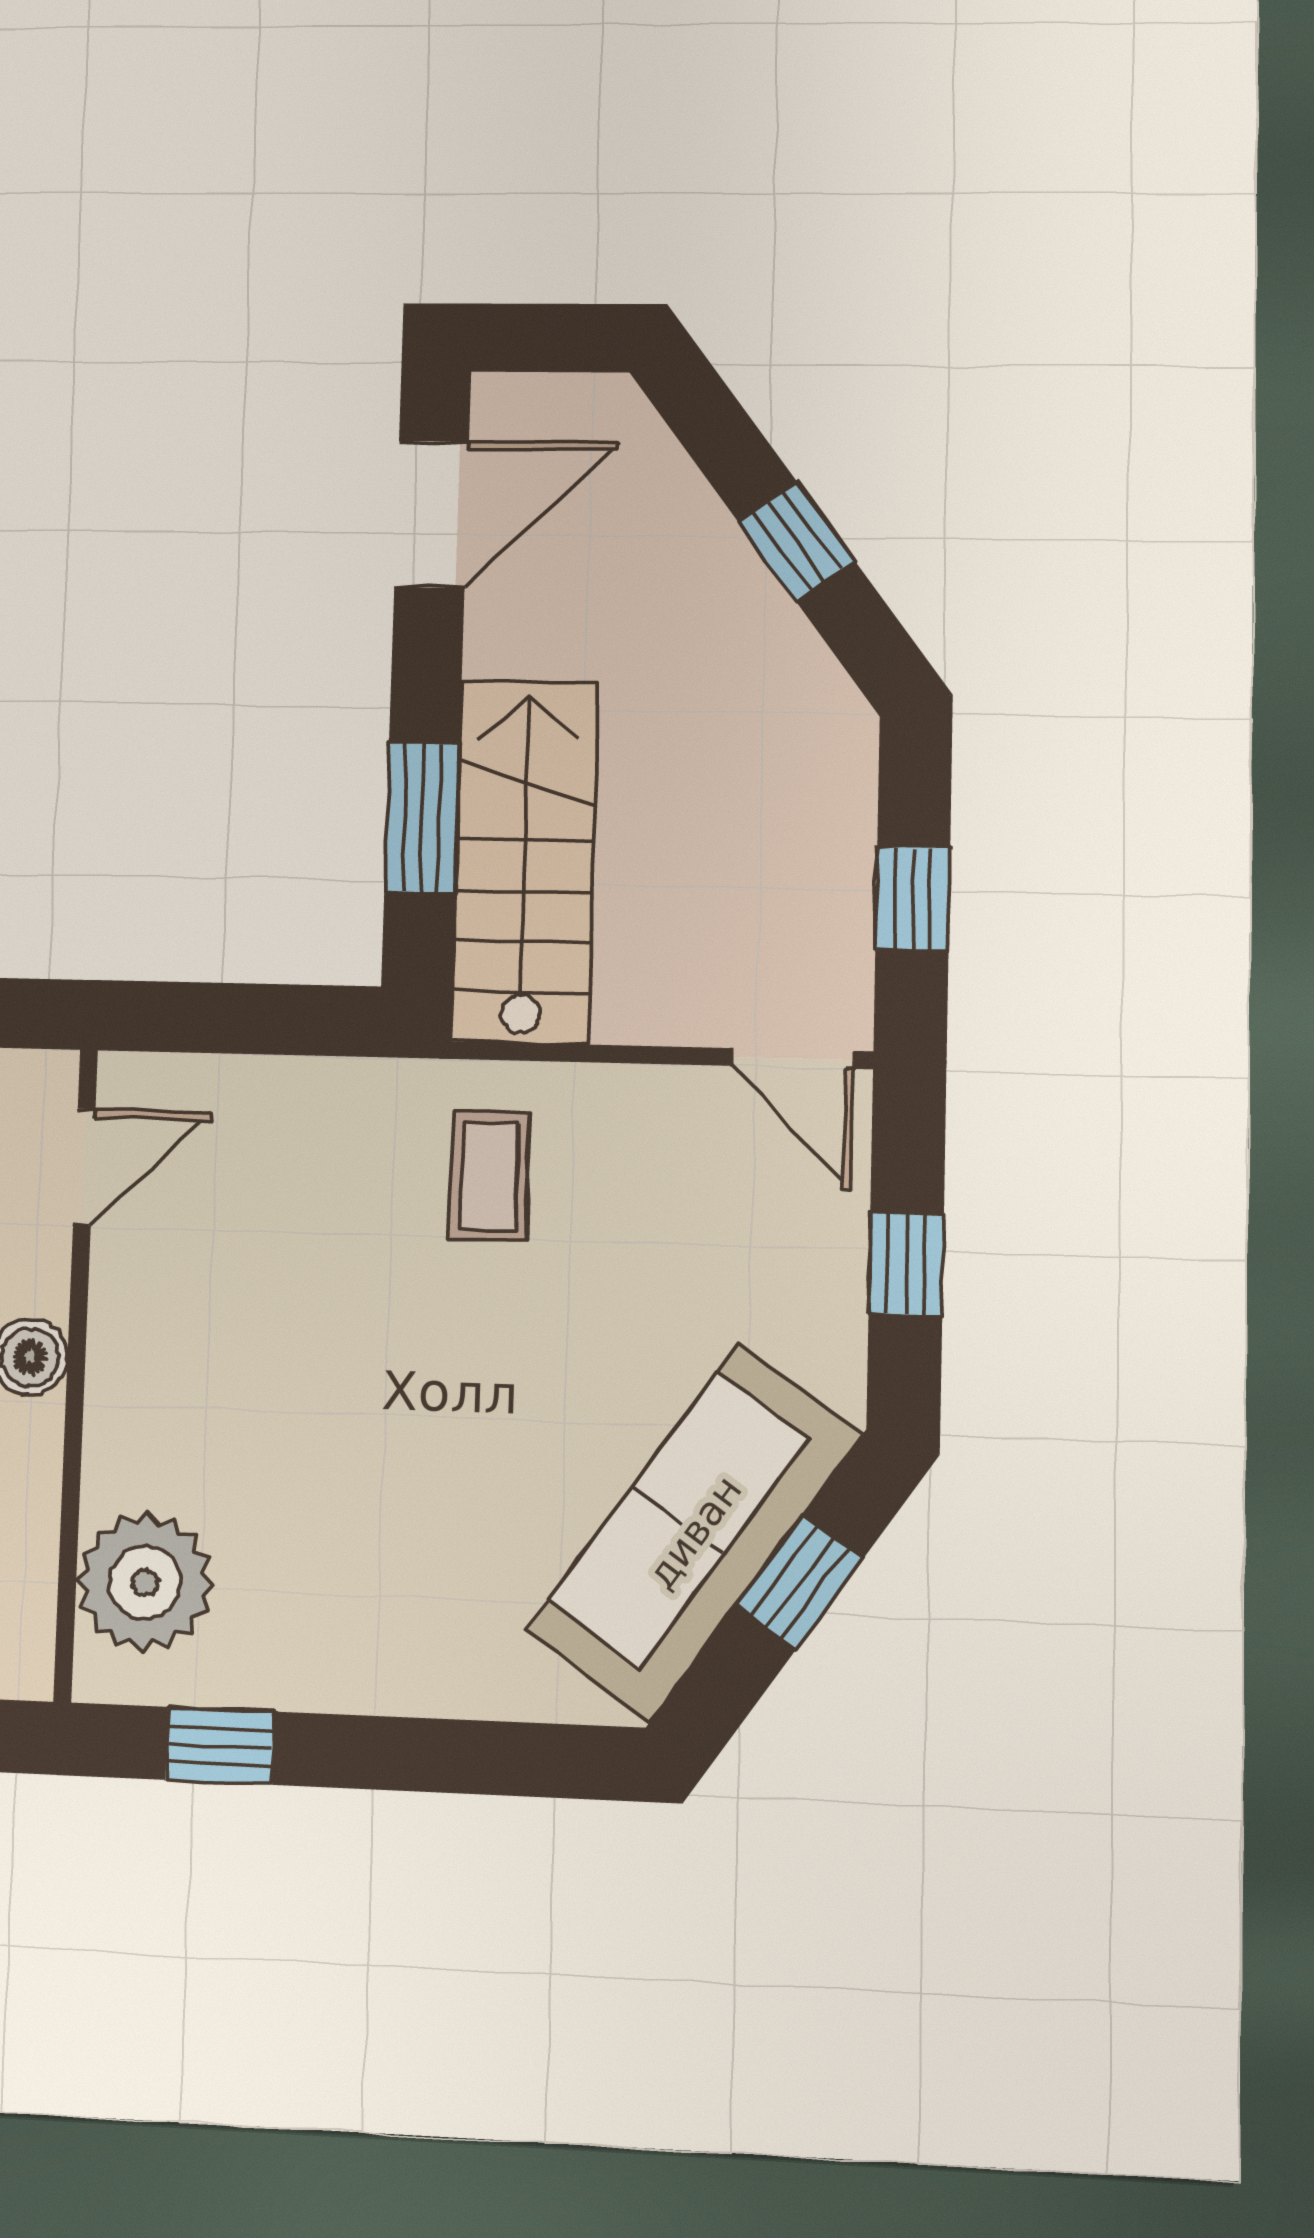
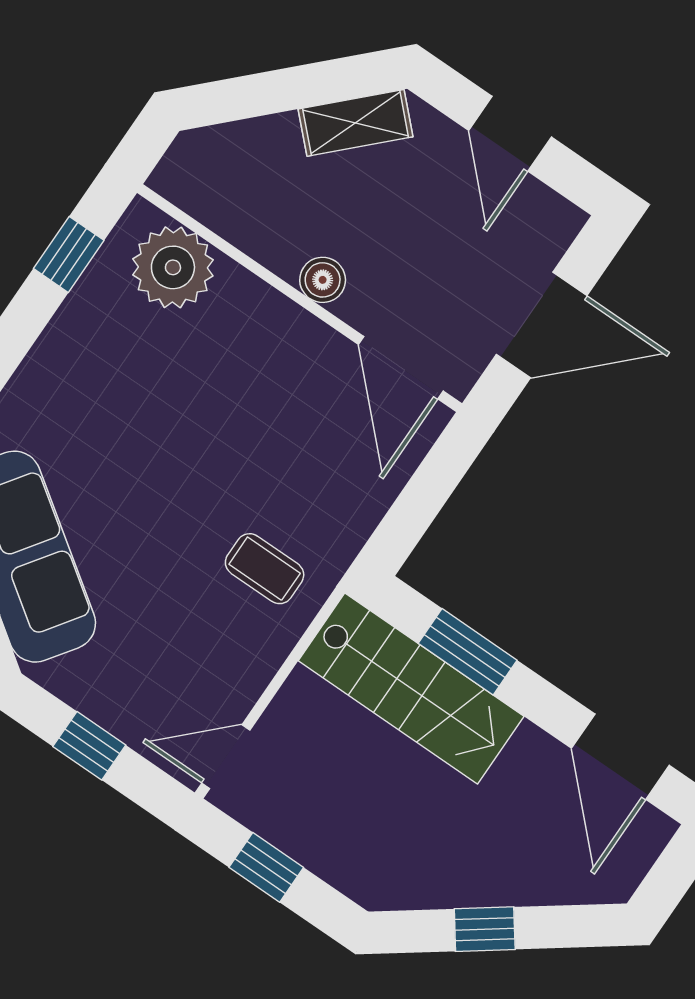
door: (84, 1167) -> (401, 368), width x1.38

